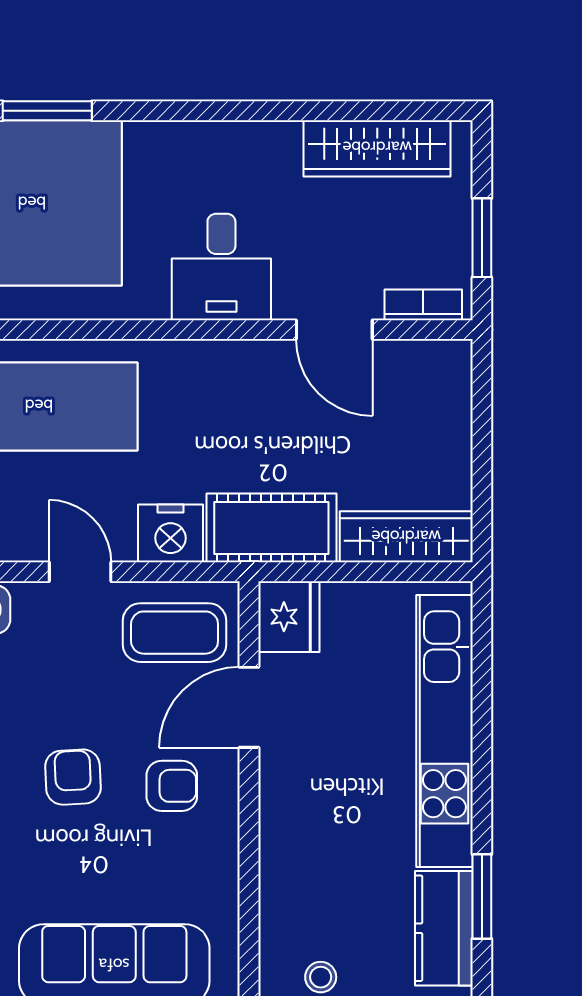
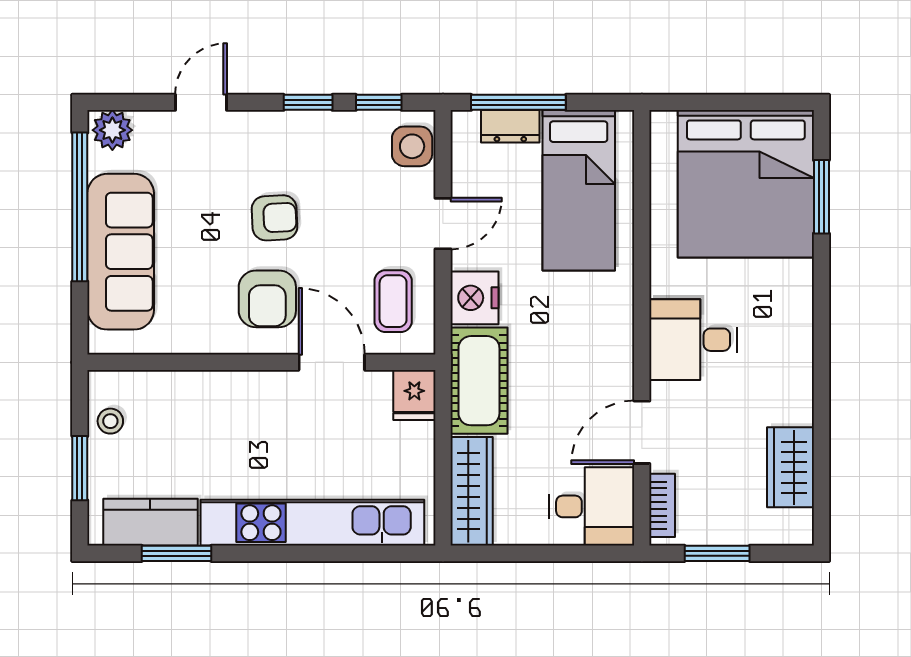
wardrobe: (377, 148) -> (791, 467), width x0.67
desk: (425, 391) -> (592, 506), added
fridge: (289, 617) -> (414, 395), width x0.72
coffee table: (175, 633) -> (393, 301), width x0.73, depth x0.77
armchair: (172, 786) -> (267, 299), width x1.38, depth x1.38

